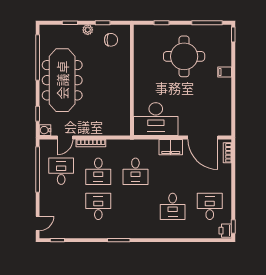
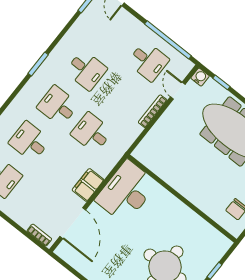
door: (203, 138) -> (73, 223), swing flipped
desk: (98, 171) -> (58, 106), moved

